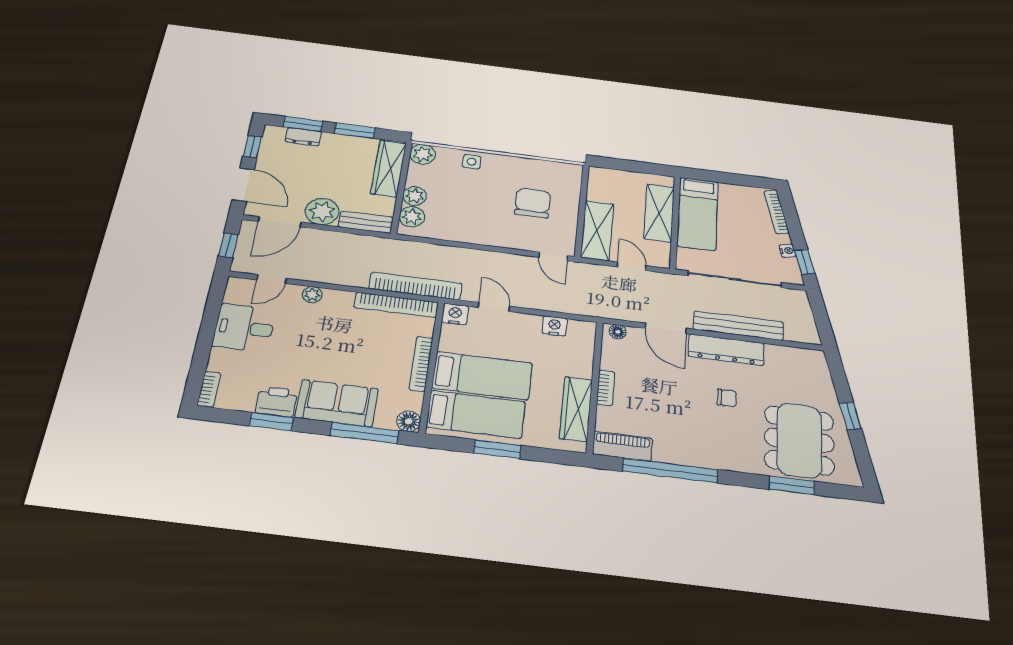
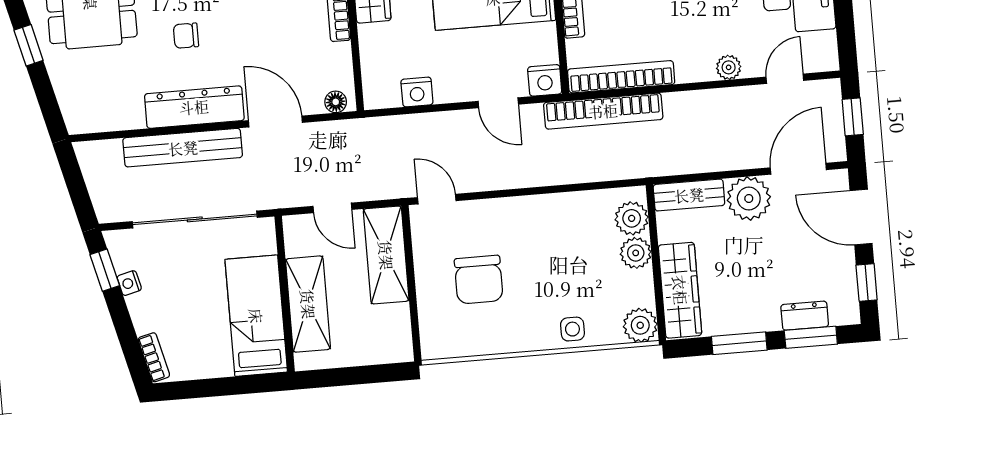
bookcase: (777, 212) -> (154, 357), width x0.64

